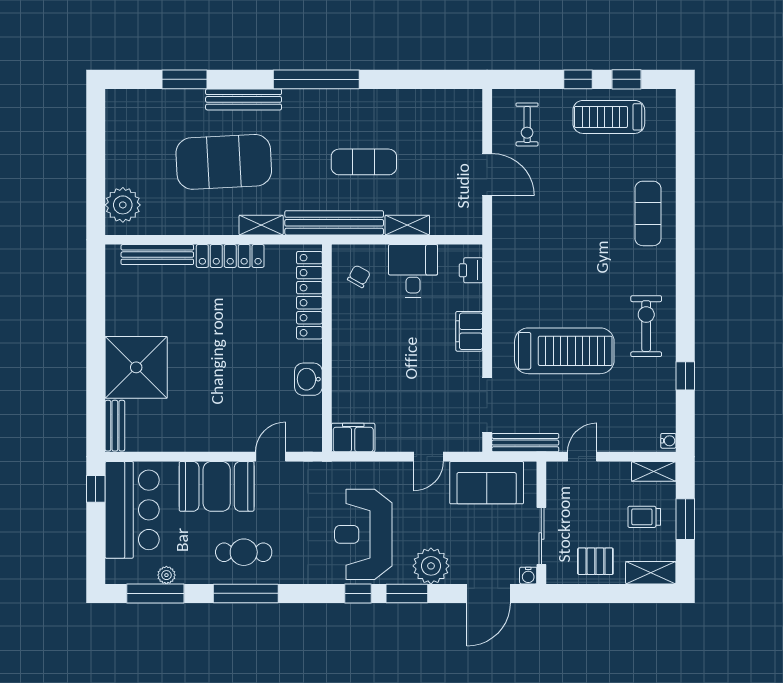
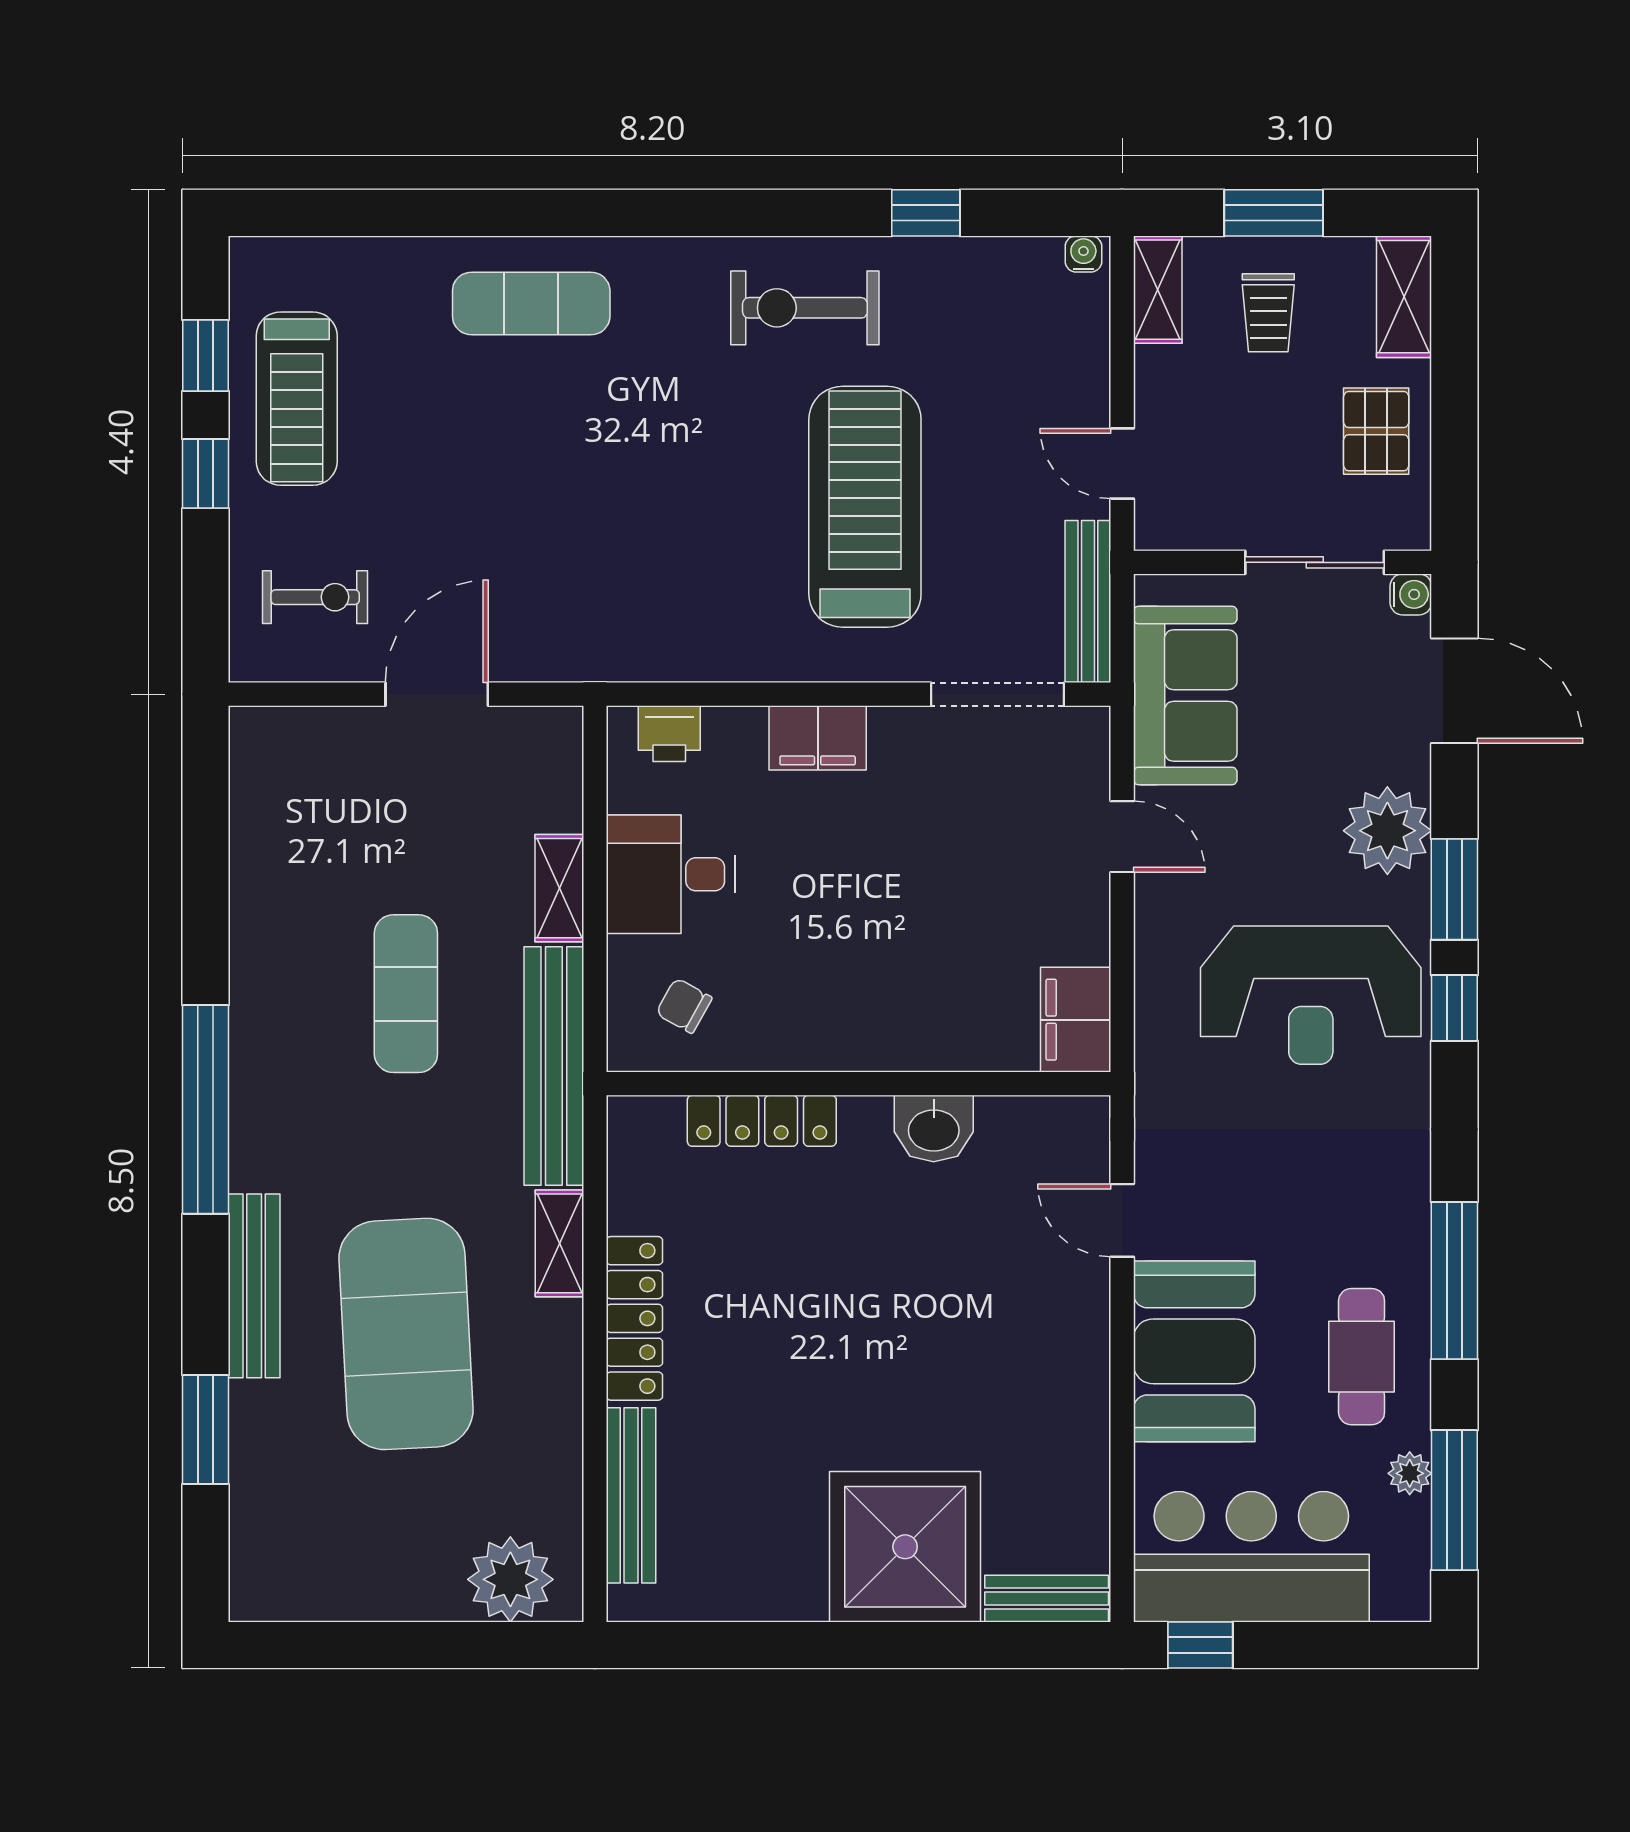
locker: (309, 295) -> (762, 1121), width x0.71, depth x0.83
cafe table: (244, 552) -> (1362, 1357), moved

